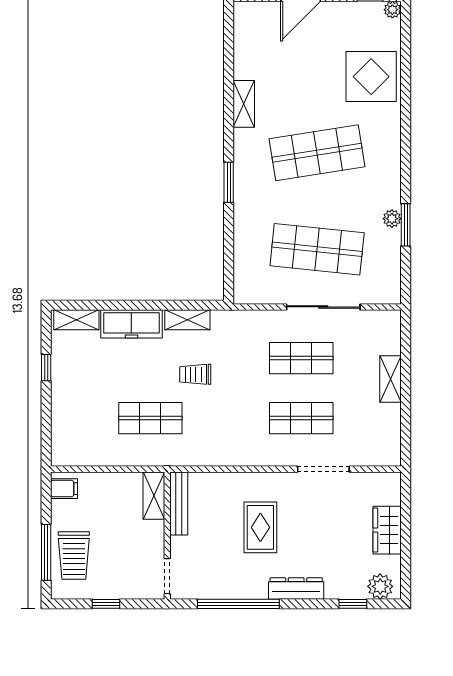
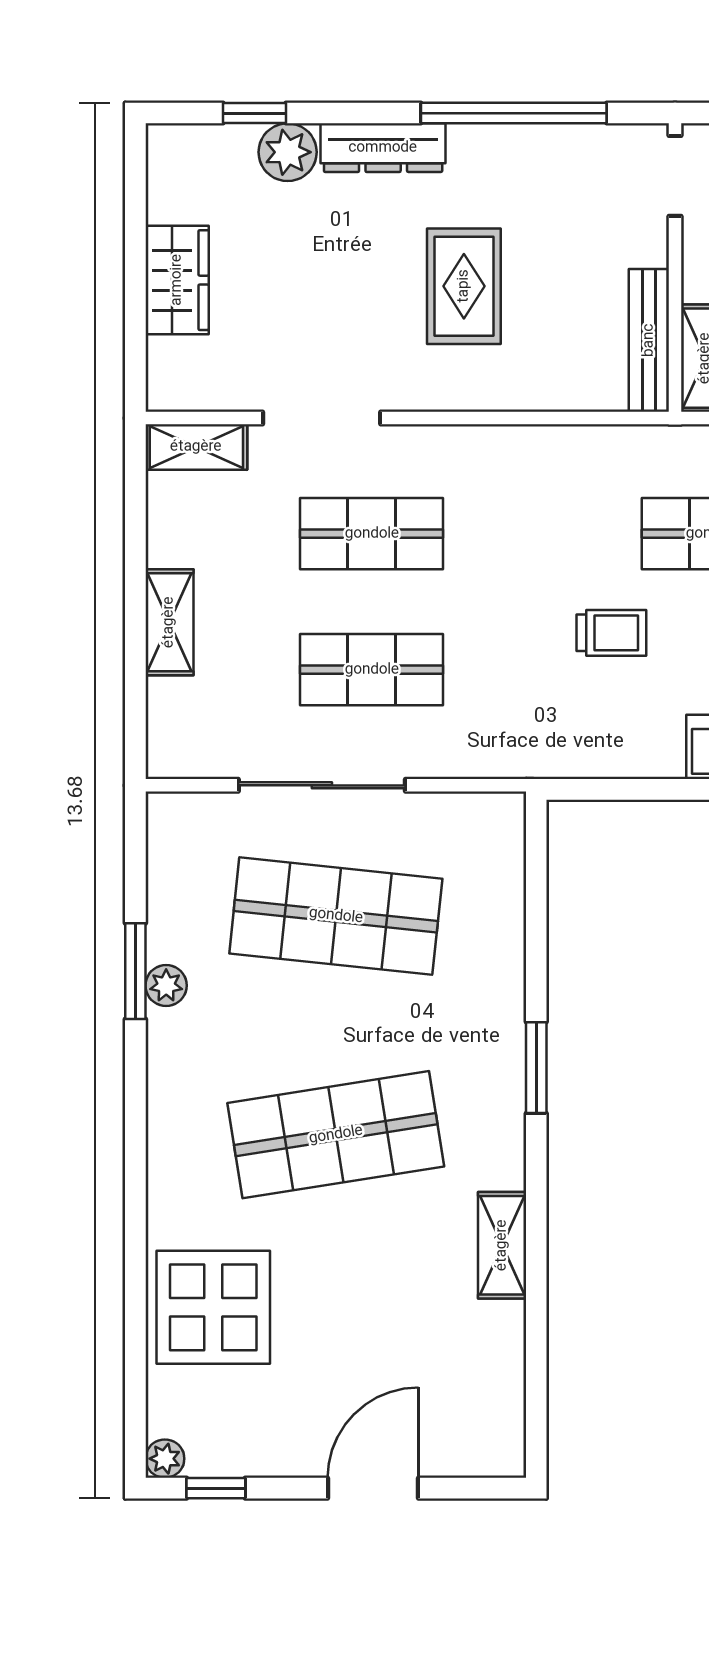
shelving: (187, 320) -> (196, 447), moved
plant: (380, 586) -> (288, 152), moved

